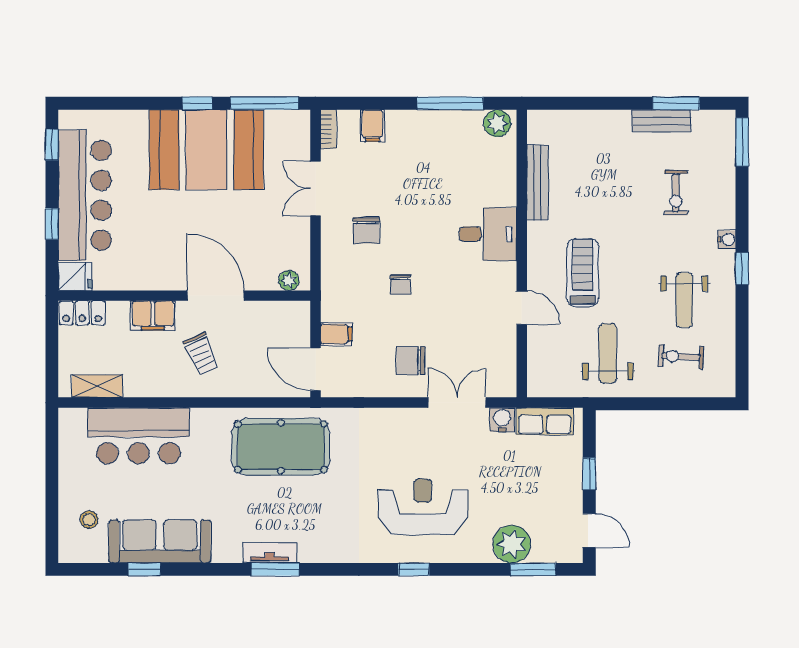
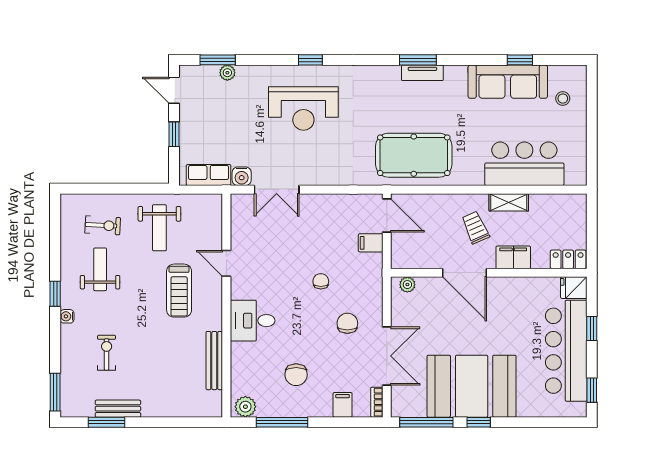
double door: (315, 189) -> (387, 356), width x1.37
chair: (411, 361) -> (296, 375), moved, turned 90
shelving: (97, 386) -> (509, 202), moved
plant: (512, 544) -> (227, 73), width x0.53, depth x0.53

